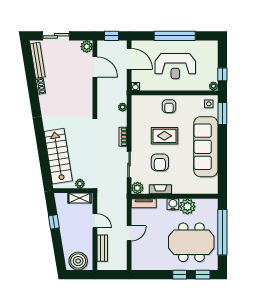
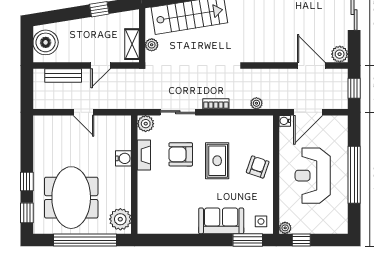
door: (129, 59) -> (308, 112), moved
door: (95, 67) -> (311, 65), swing flipped
armchair: (169, 106) -> (258, 167), turned 109
sofa: (206, 147) -> (221, 221), width x0.54, depth x0.79
tv unit: (144, 203) -> (125, 132), removed
water cooler: (173, 204) -> (123, 158), moved
plant: (187, 206) -> (120, 219), moved

